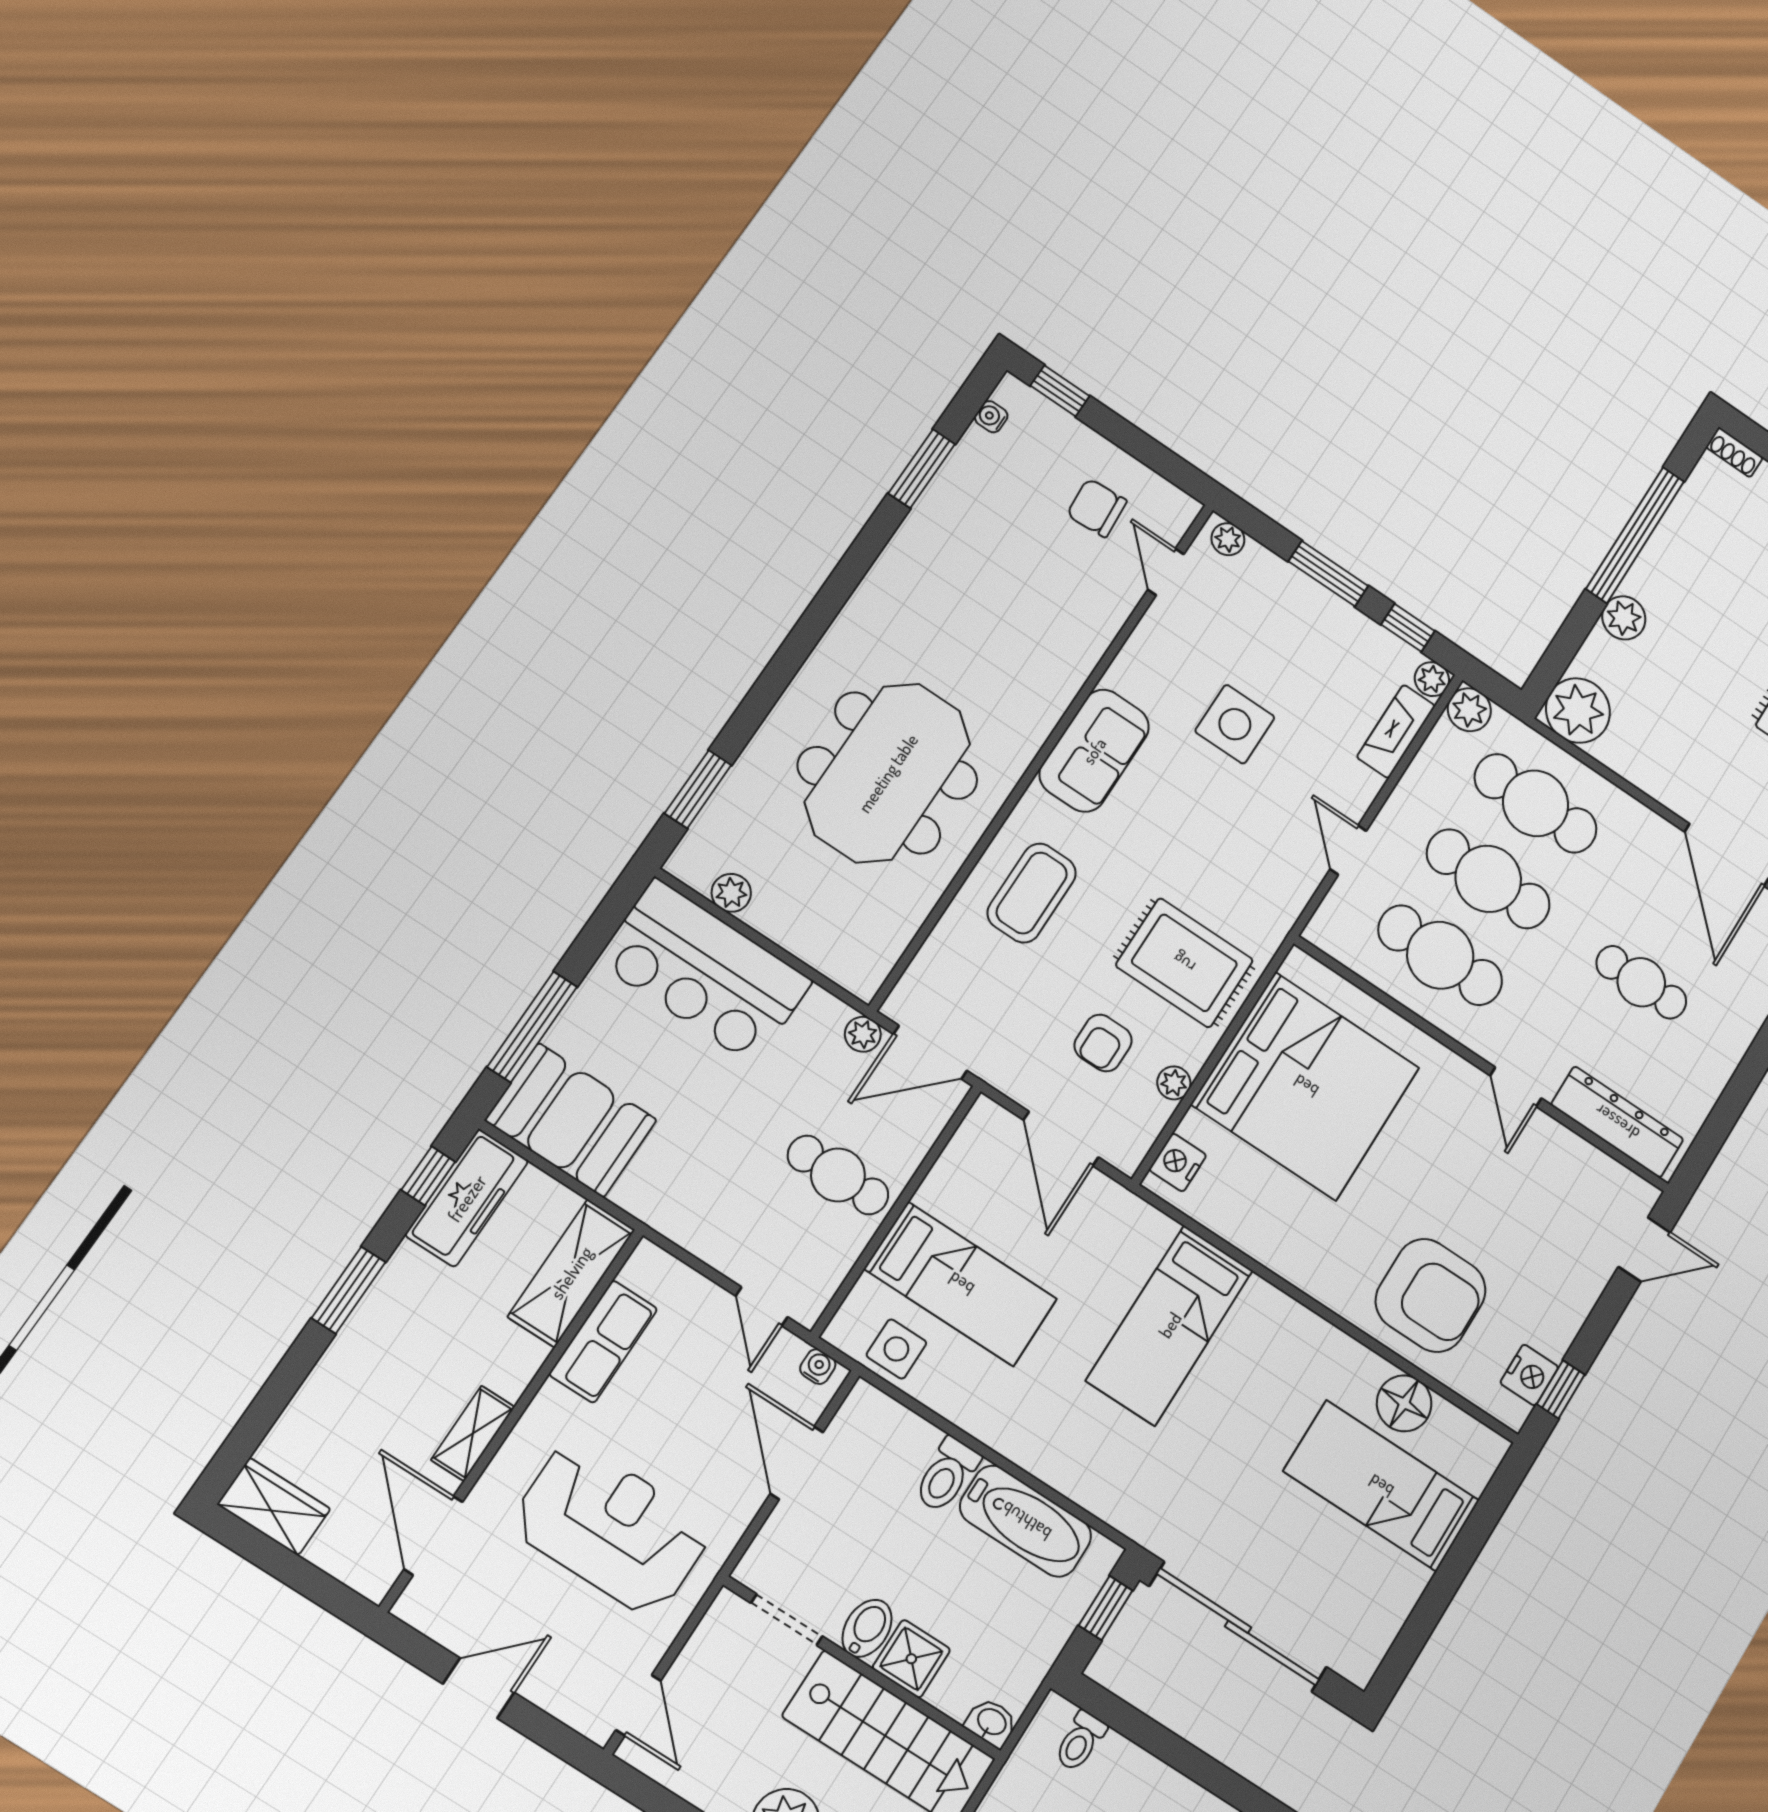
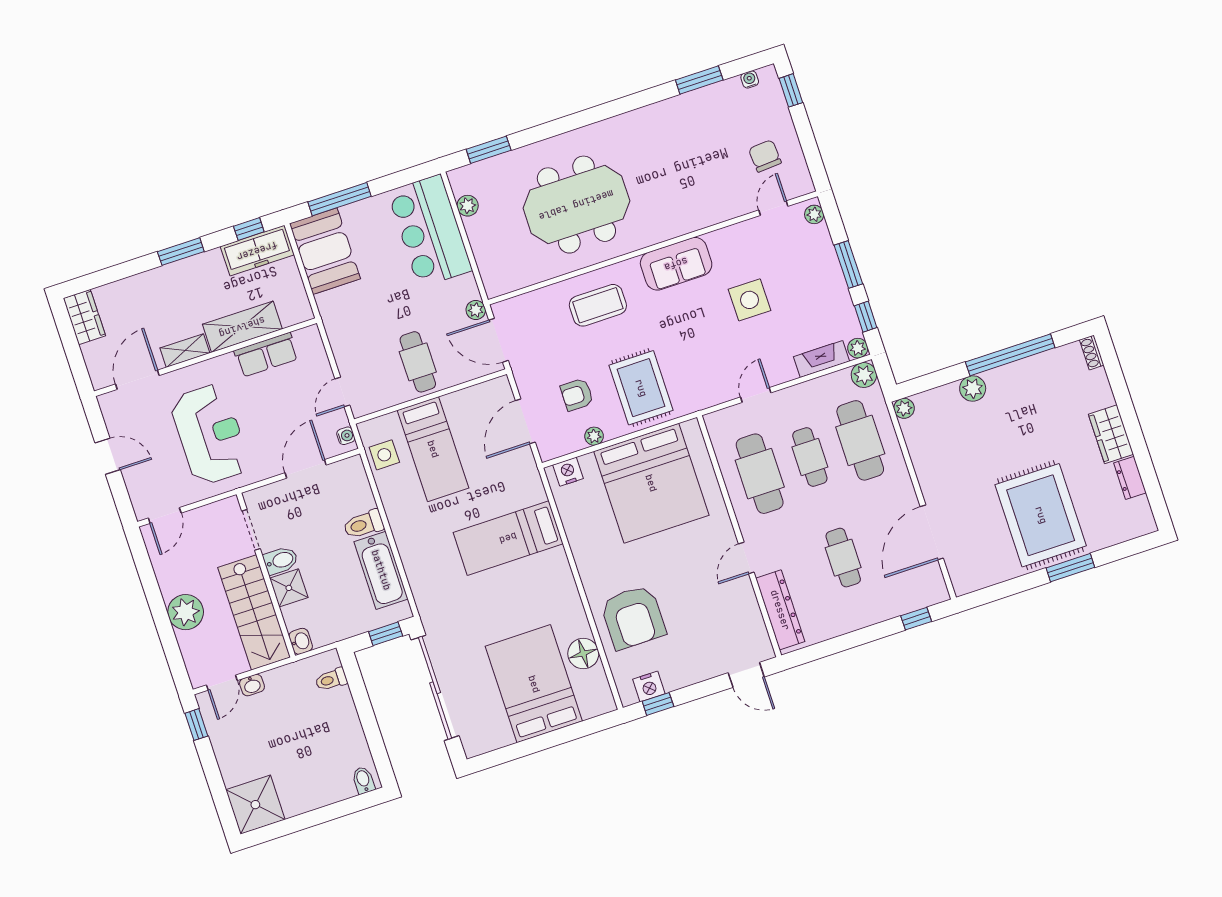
plant: (1578, 711) -> (904, 408), width x0.53, depth x0.53
cafe table: (1488, 879) -> (810, 457), width x0.73, depth x0.74
shelving: (571, 1273) -> (242, 327), moved
bed: (1381, 1486) -> (534, 684), width x1.50

